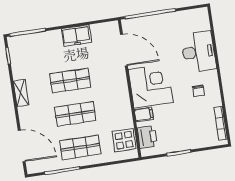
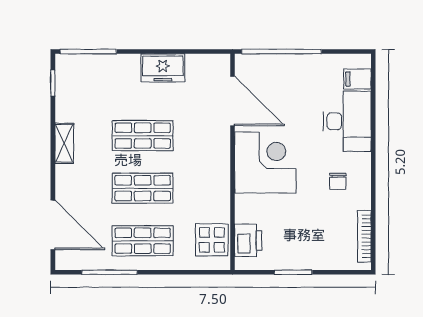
filing cabinet: (144, 114) -> (357, 79), moved, turned 180

